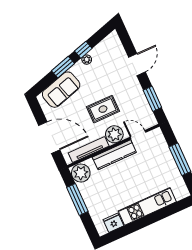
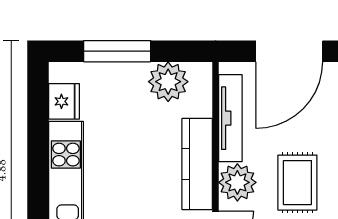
plant: (81, 173) -> (168, 82), moved
window: (77, 199) -> (117, 51), moved

